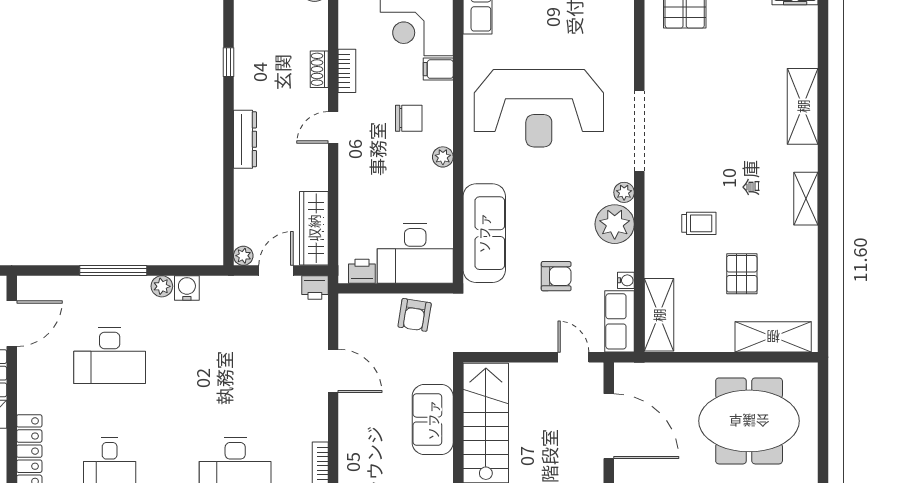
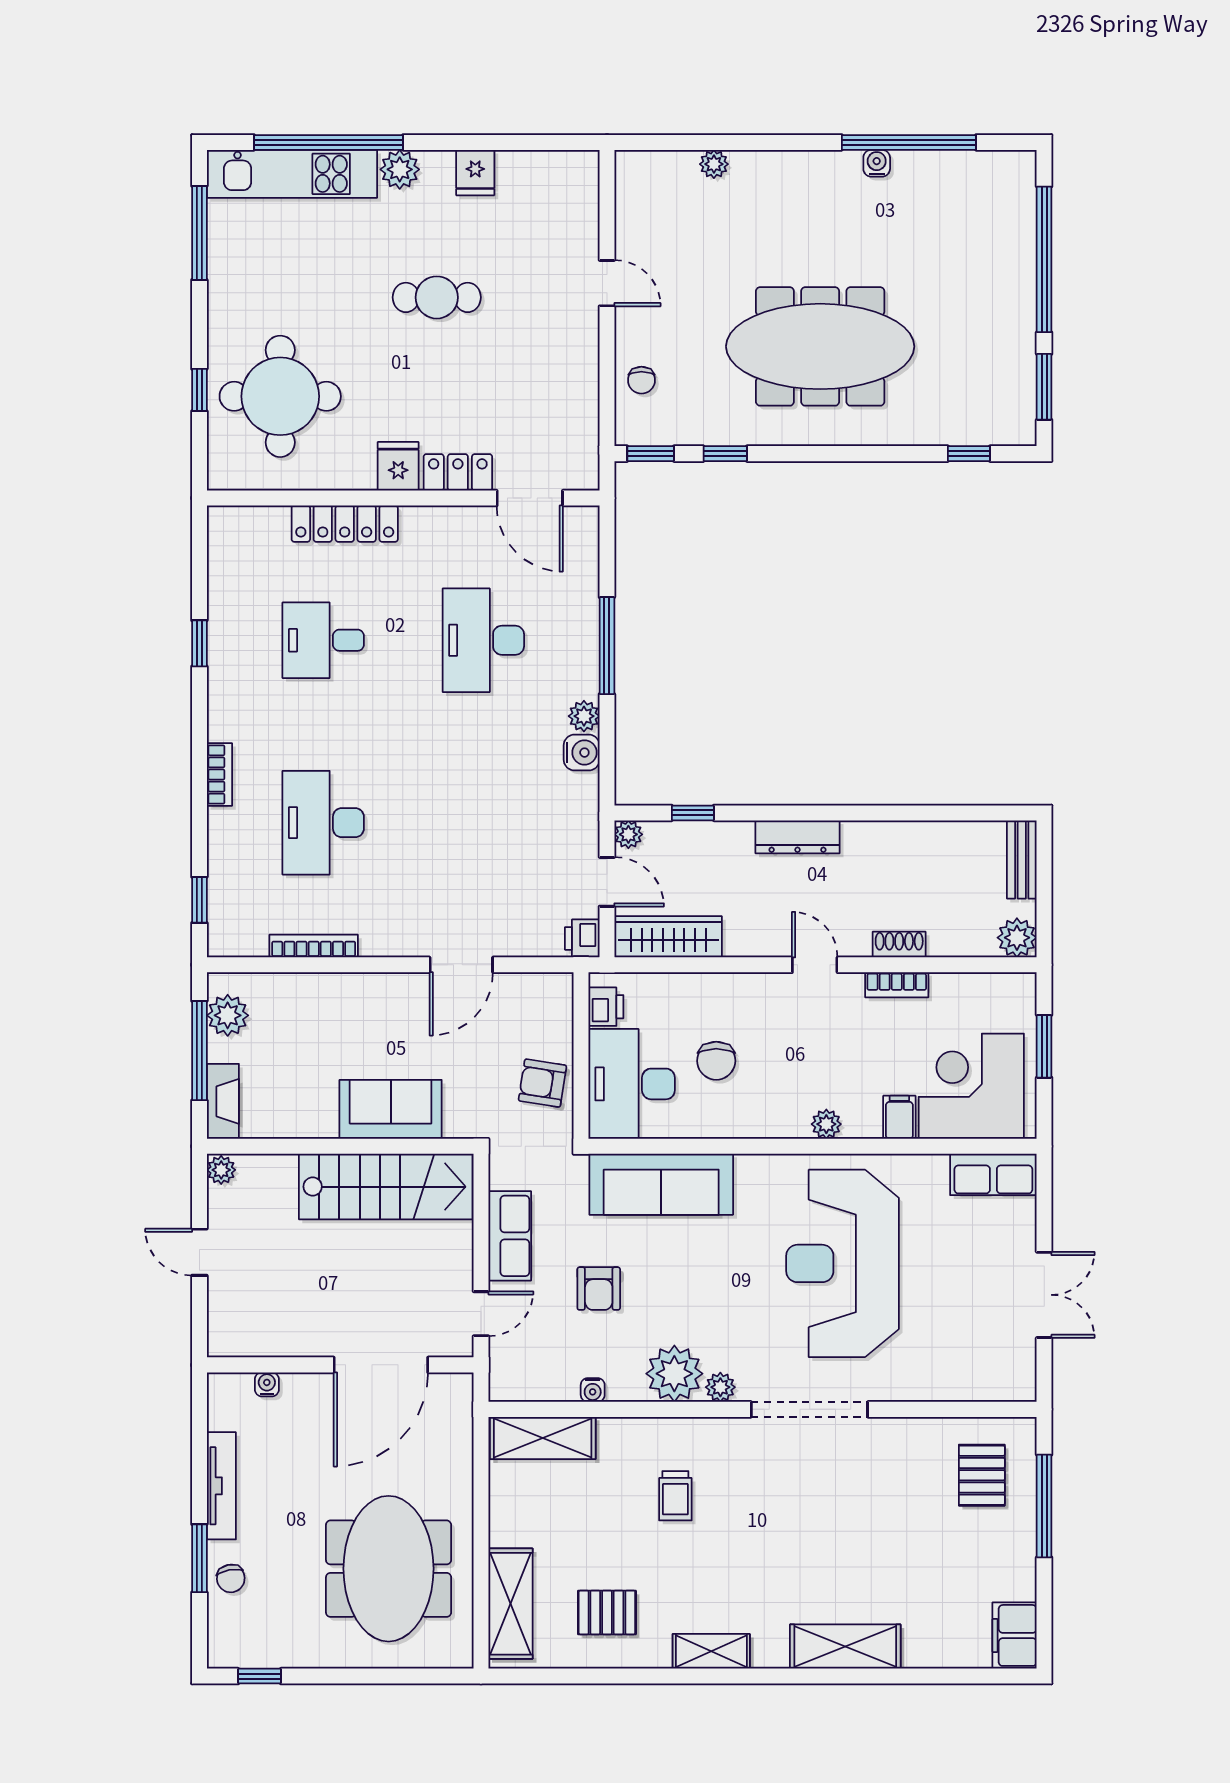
window: (229, 62) -> (693, 813), moved
chair: (409, 118) -> (716, 1061), moved
plant: (443, 157) -> (826, 1124), moved
pallet: (742, 274) -> (607, 1612), moved
row of seats: (619, 321) -> (510, 1236), moved, turned 90

